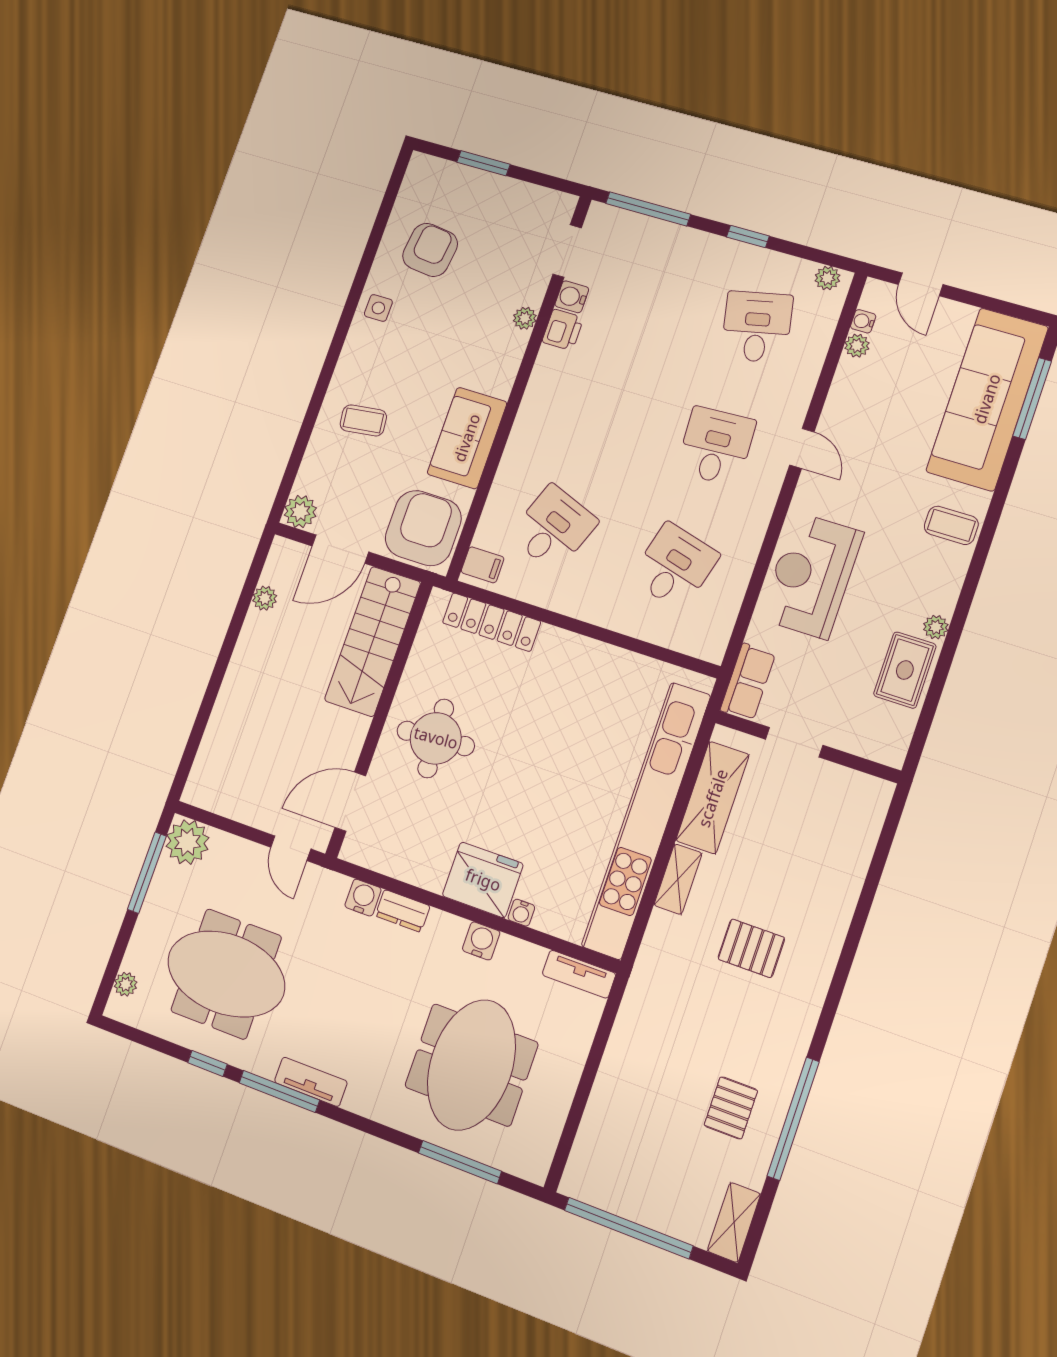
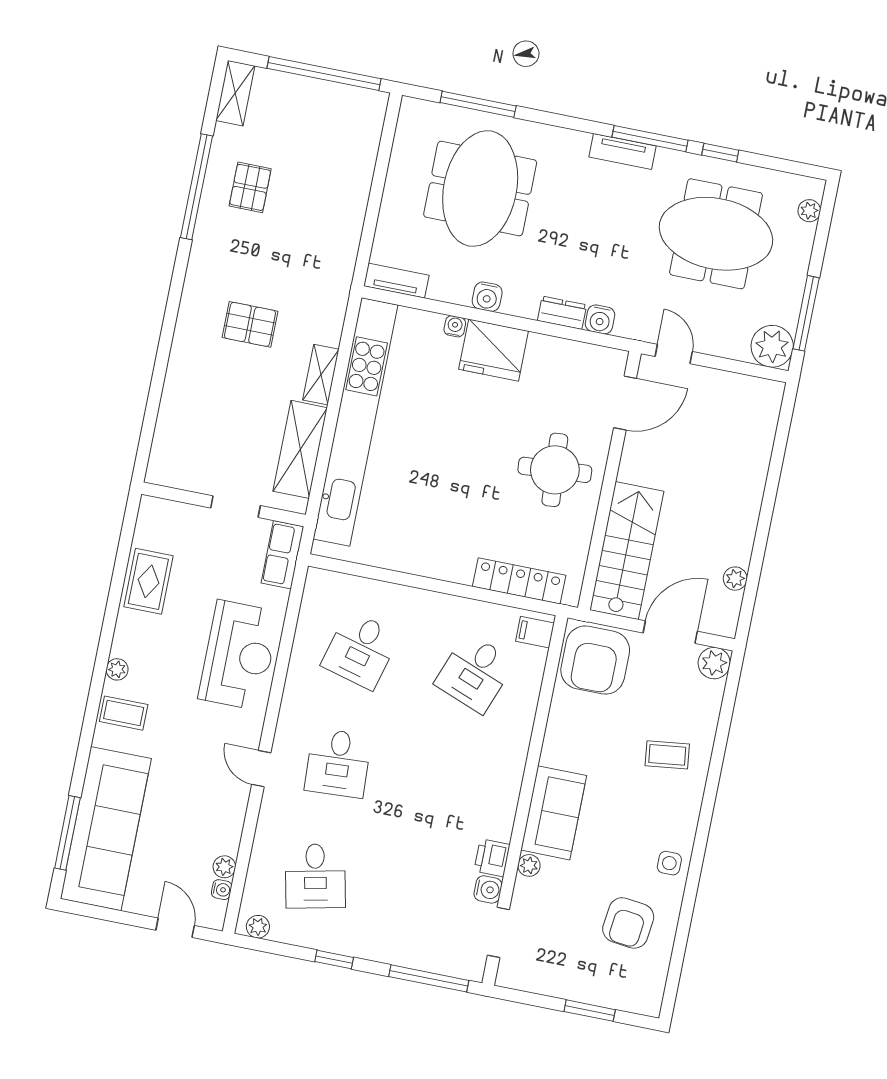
sofa: (467, 438) -> (554, 813), moved
plant: (936, 627) -> (117, 669), moved

